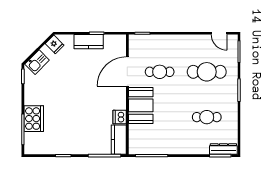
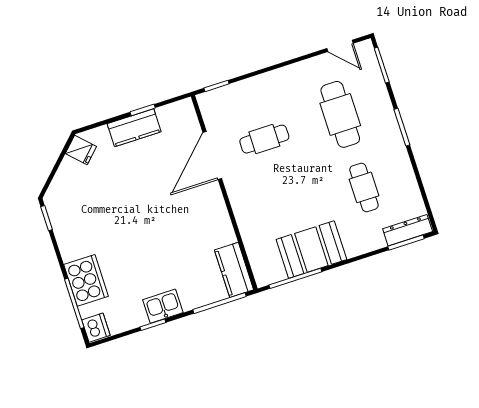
kitchen sink: (37, 62) -> (163, 306), moved, turned -135
cafe table: (207, 72) -> (340, 114), turned 90
booth: (141, 105) -> (311, 249), moved, turned 90
dishwasher: (120, 117) -> (96, 328), moved, turned 180
cafe table: (207, 117) -> (364, 187), turned 90

